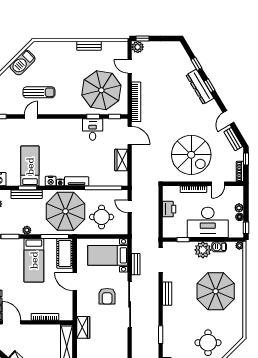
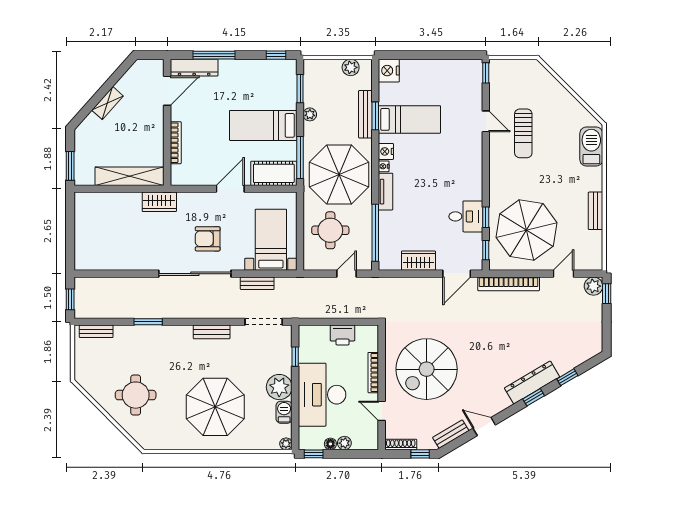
barbecue: (22, 62) -> (591, 147), moved, turned 45

